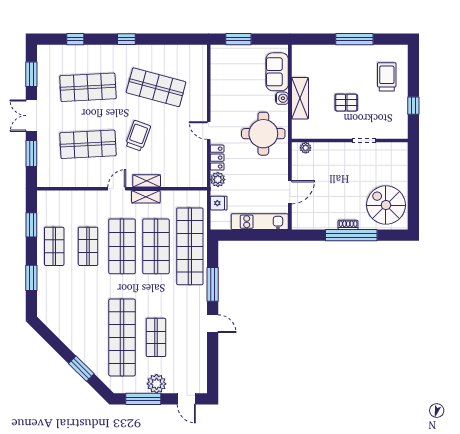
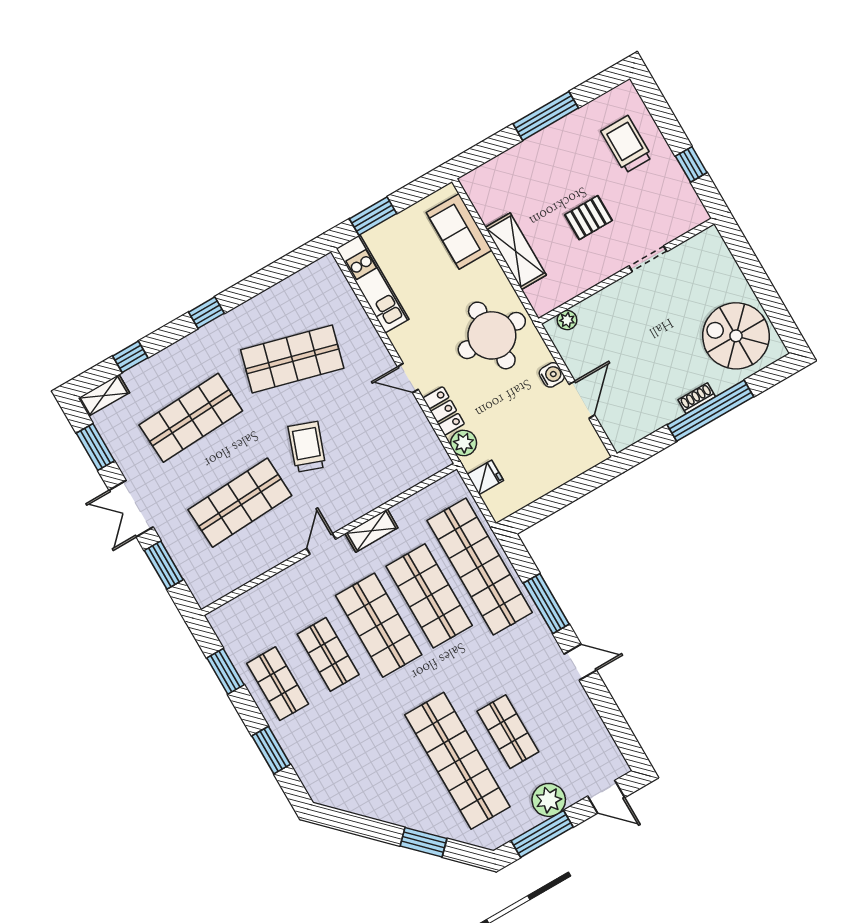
water cooler: (282, 98) -> (552, 375), moved
shelving: (147, 181) -> (104, 395), moved
kitchen unit: (260, 222) -> (373, 284), moved, turned 90

